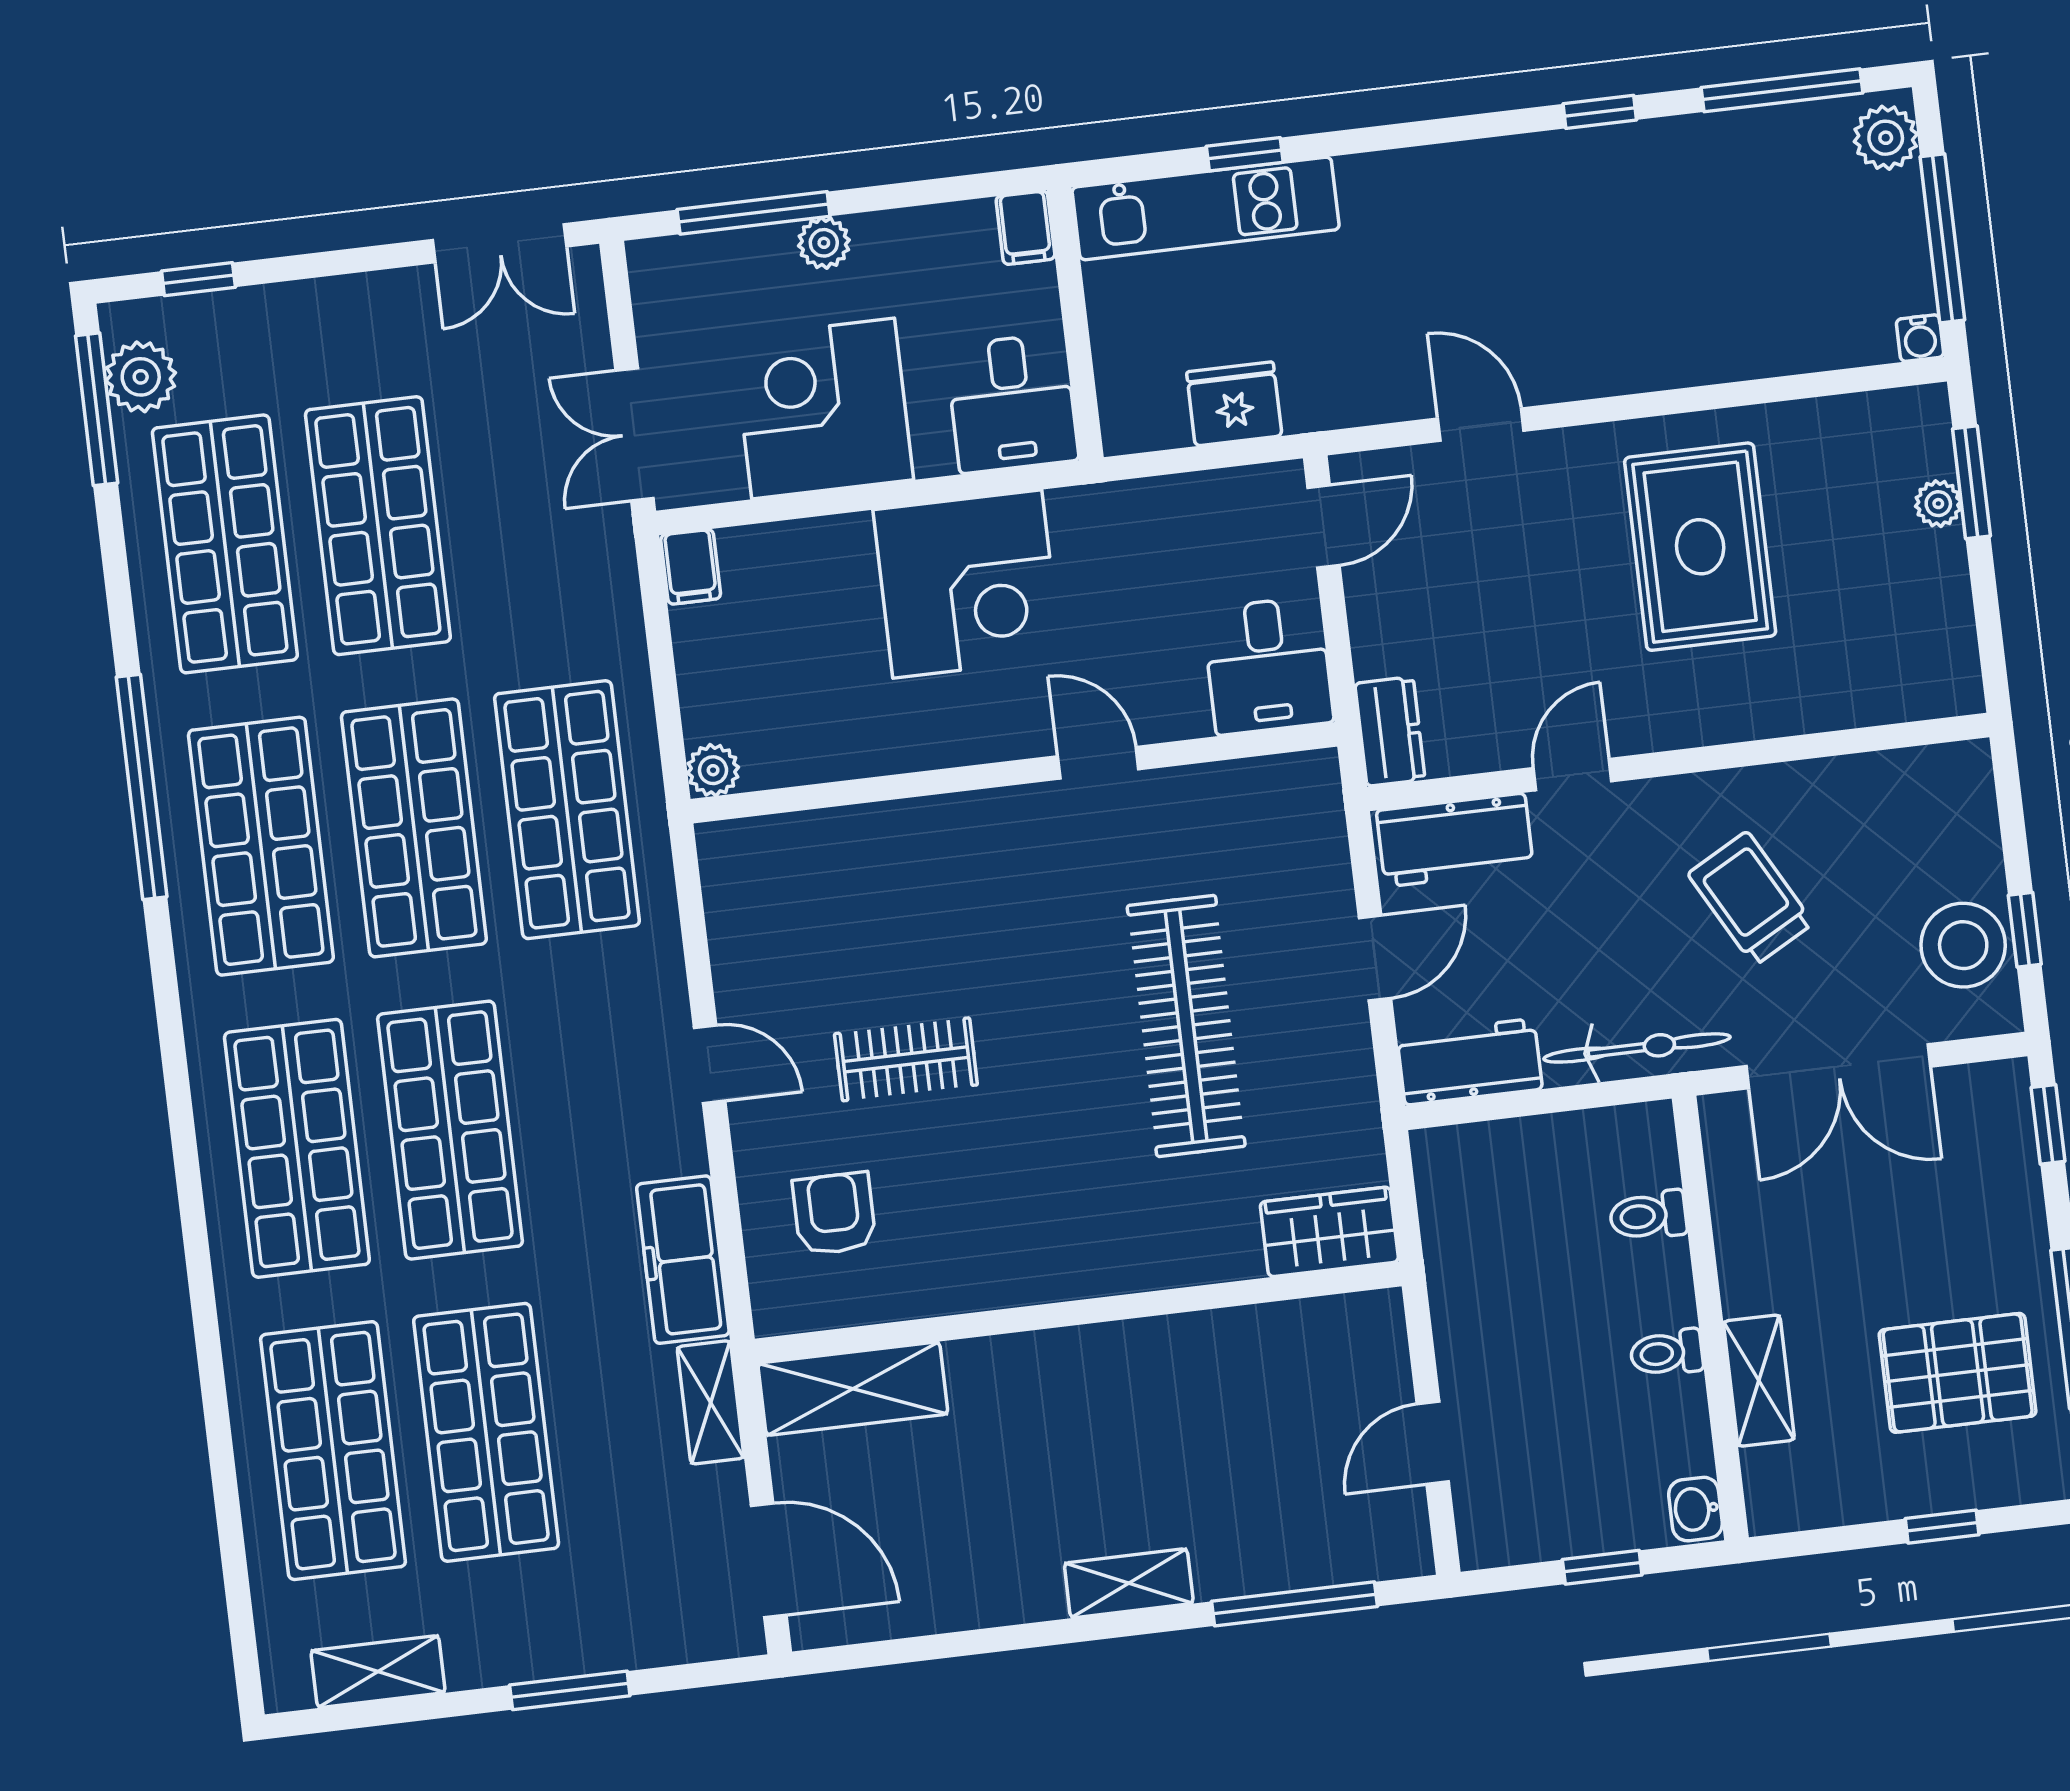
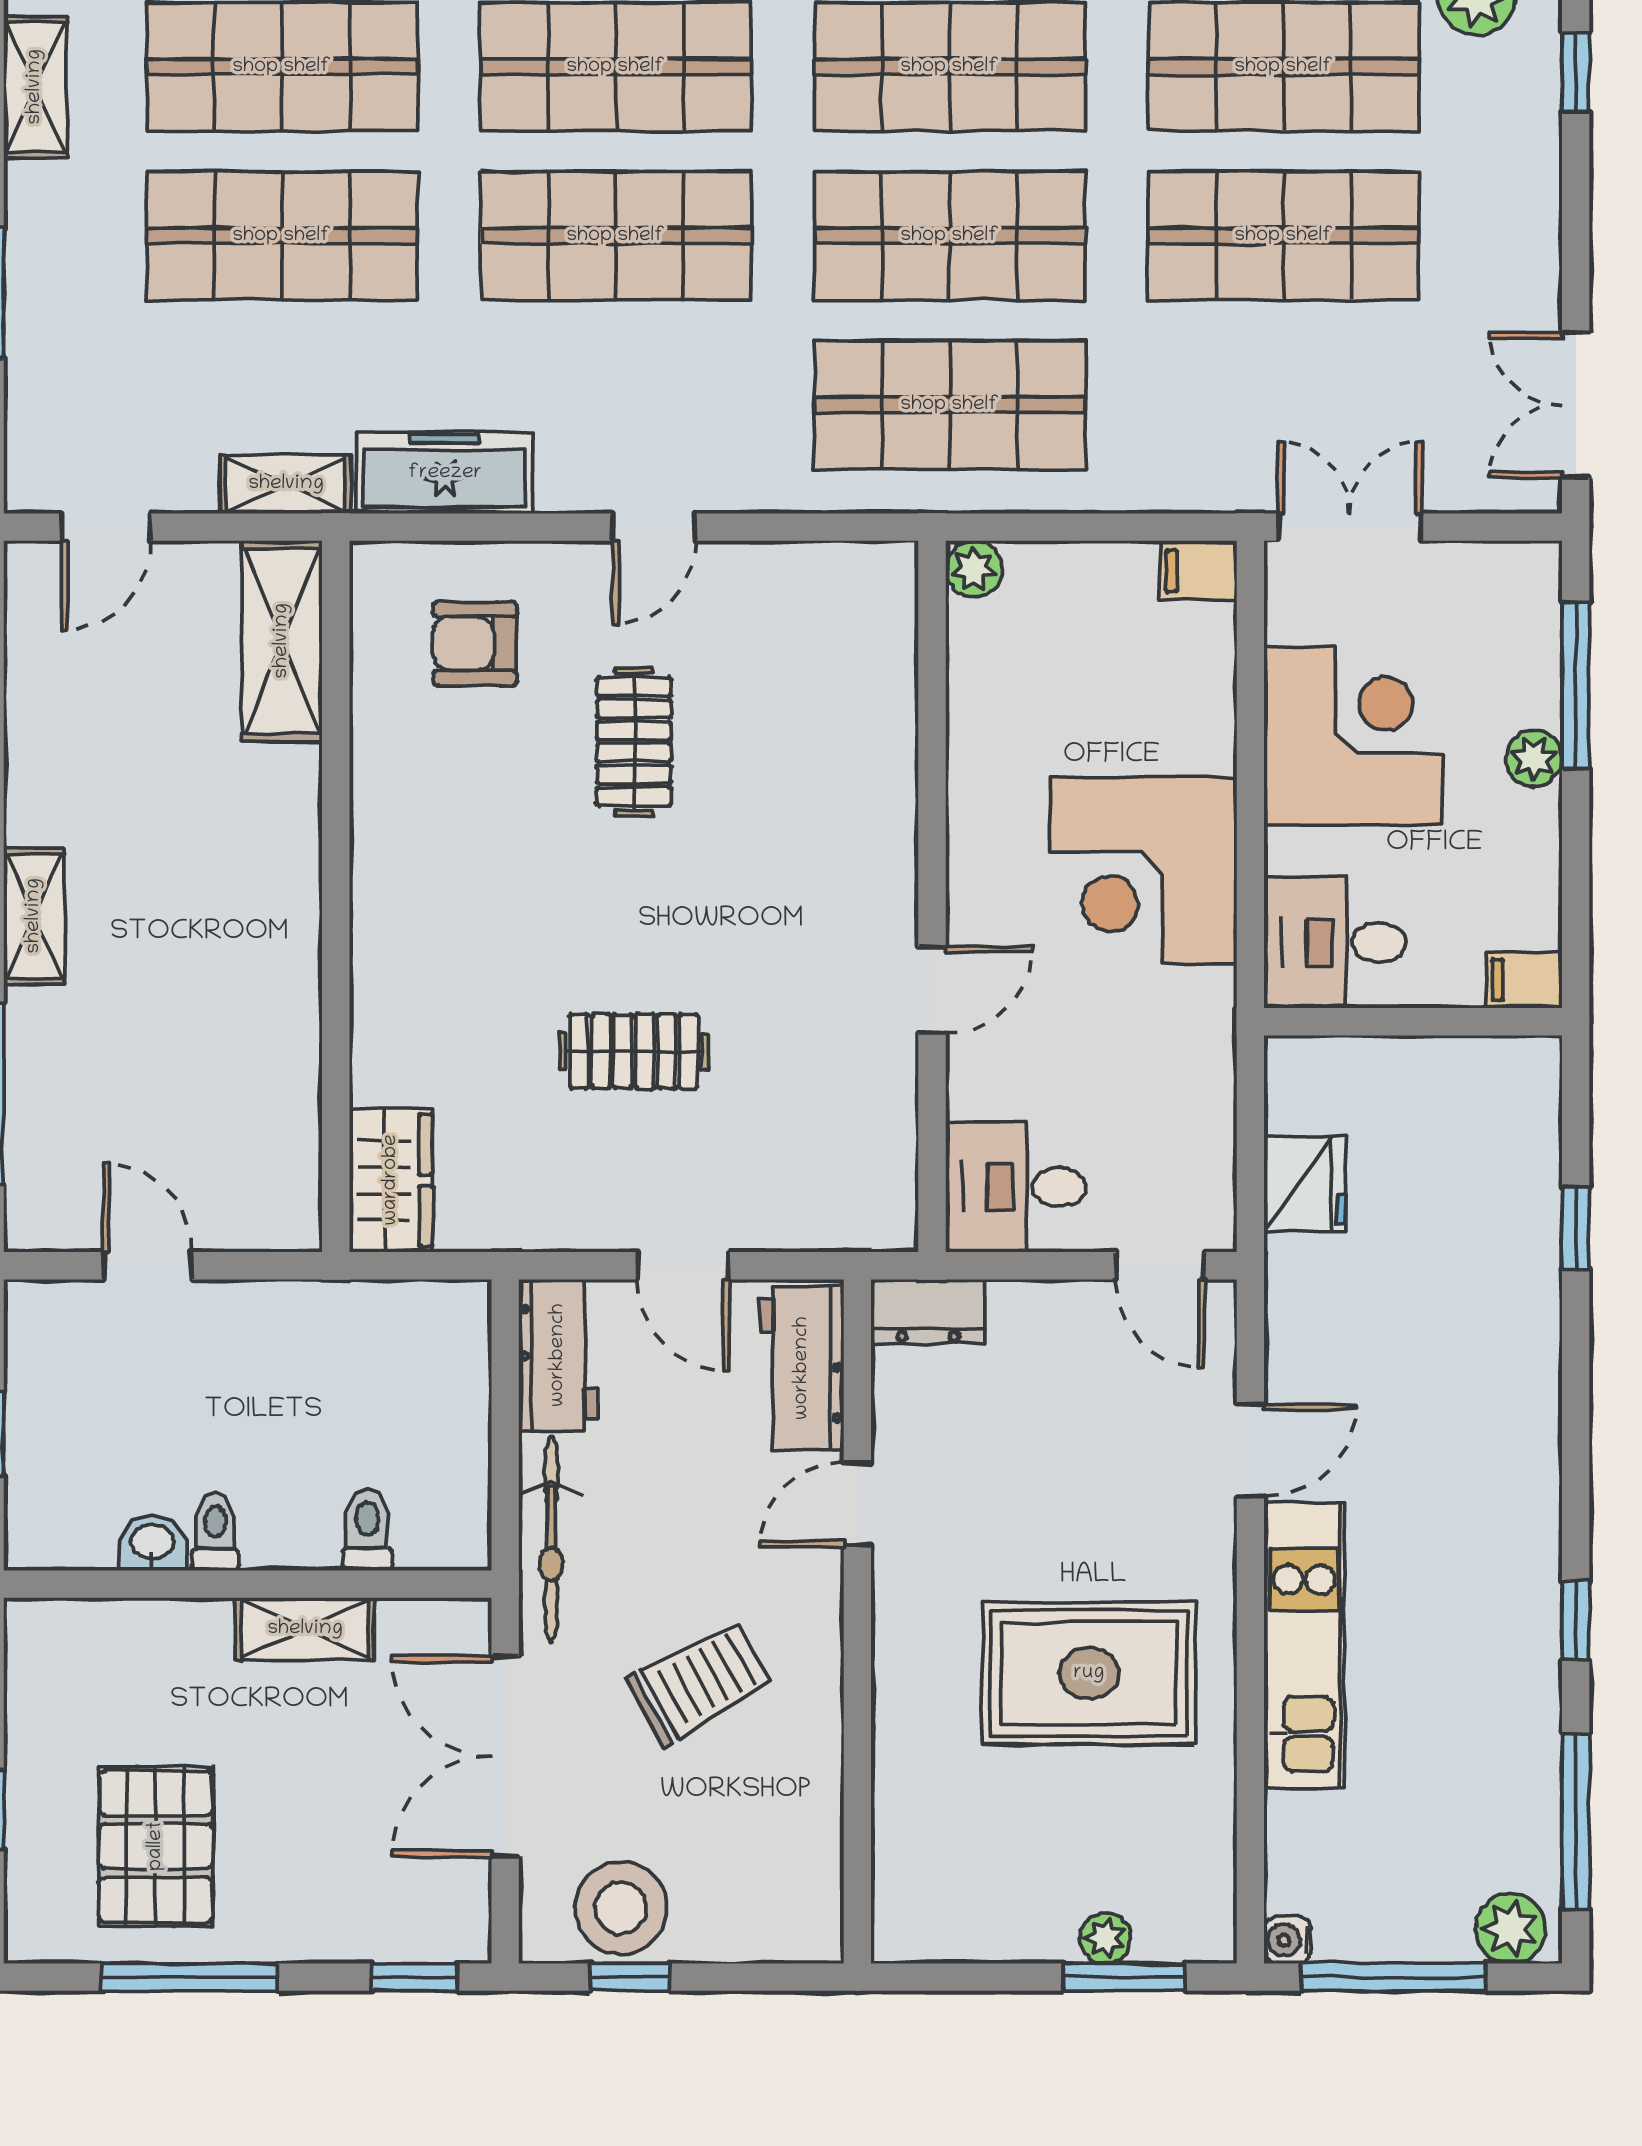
kitchen unit: (1206, 208) -> (1304, 1645), moved, turned 180
door: (1572, 775) -> (857, 1505), swing flipped
clothes rail: (1186, 1026) -> (634, 1051), width x0.54, depth x0.76
armchair: (834, 1214) -> (475, 643), turned 180
shelving: (1759, 1381) -> (305, 1629), moved
washbasin: (1696, 1509) -> (152, 1543), moved
door: (769, 1560) -> (106, 527), width x0.73

